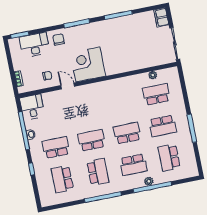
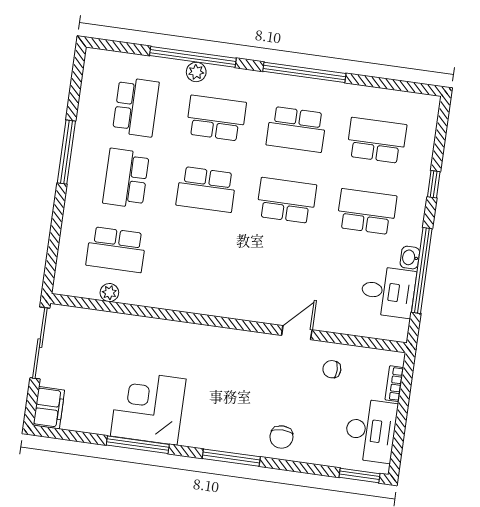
desk: (34, 45) -> (371, 431), moved, turned -90
corner desk: (88, 64) -> (148, 407), moved, turned 180
door: (68, 86) -> (297, 333), swing flipped
desk: (32, 107) -> (388, 292), moved, turned -90
school desk: (163, 126) -> (126, 178), turned -90
school desk: (92, 140) -> (286, 201), turned 180
school desk: (56, 147) -> (367, 212), turned 180
school desk: (98, 172) -> (296, 129), turned -90
school desk: (62, 179) -> (377, 140), turned -90

